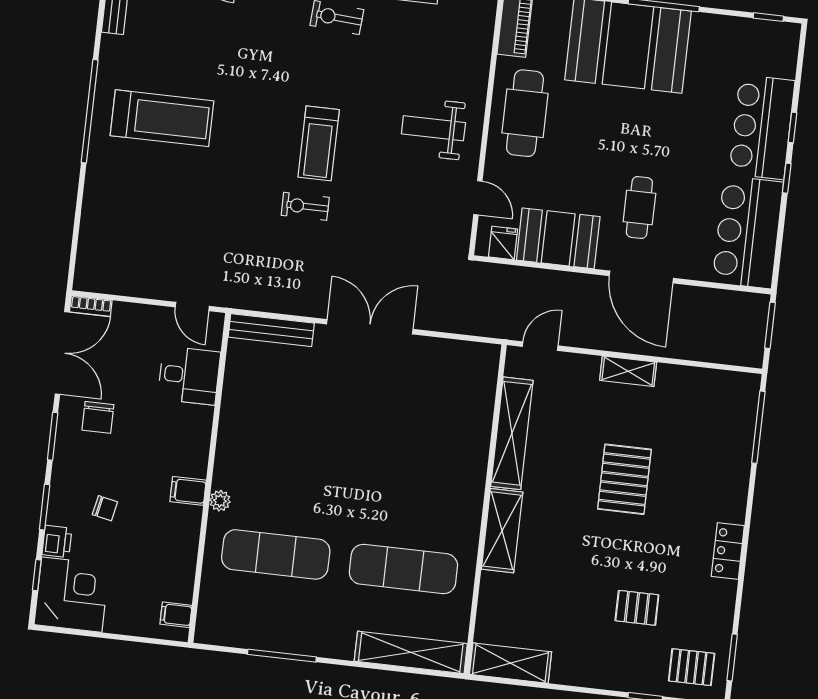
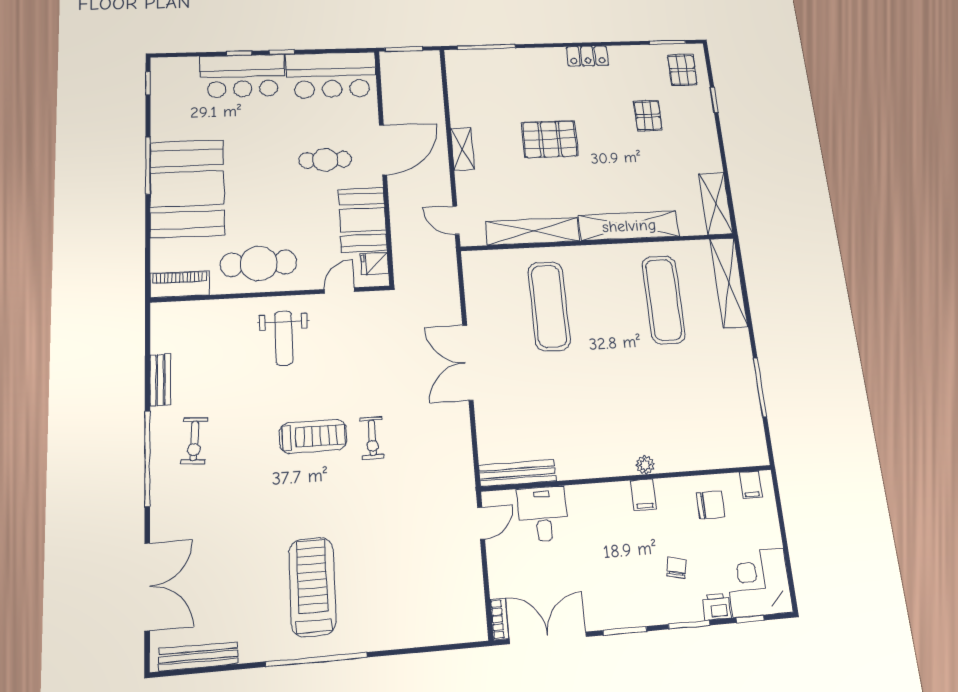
bench: (271, 330) -> (517, 473), moved, turned 90
chair: (98, 417) -> (711, 505), moved
shelving: (502, 531) -> (629, 226), width x1.47
exercise mat: (276, 554) -> (549, 306), moved

